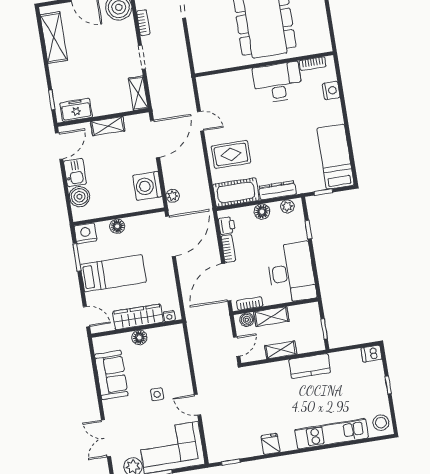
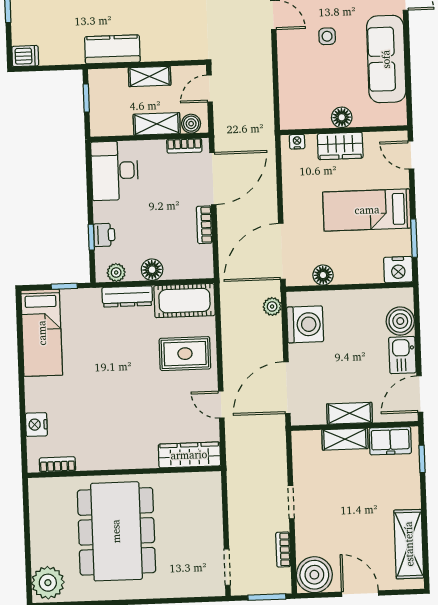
wardrobe: (219, 82) -> (189, 455), added
desk: (278, 83) -> (109, 444), removed
shelving: (138, 93) -> (345, 439), moved, turned 90
printer: (227, 225) -> (104, 235), moved, turned 180
floor lamp: (117, 226) -> (323, 275), moved
desk: (291, 273) -> (115, 171), width x0.73, depth x0.77
wardrobe: (138, 317) -> (340, 146), width x0.67
sofa: (111, 375) -> (386, 59), width x1.36

